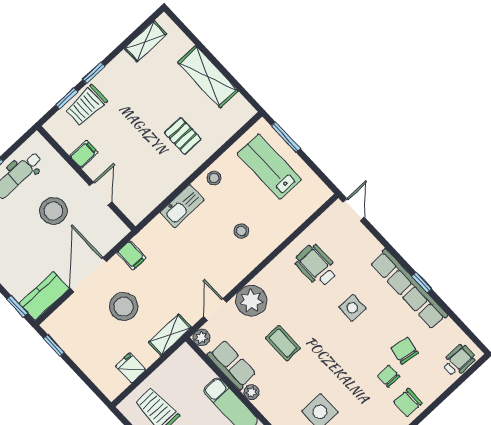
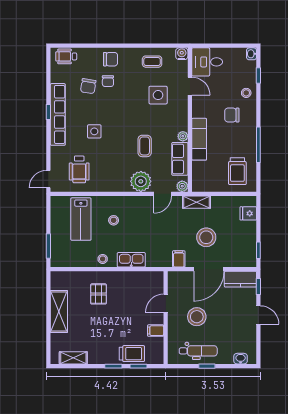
lab bench: (269, 167) -> (81, 219), moved
wheelchair: (316, 266) -> (79, 169), moved
fridge: (131, 368) -> (248, 213), moved, turned 90

